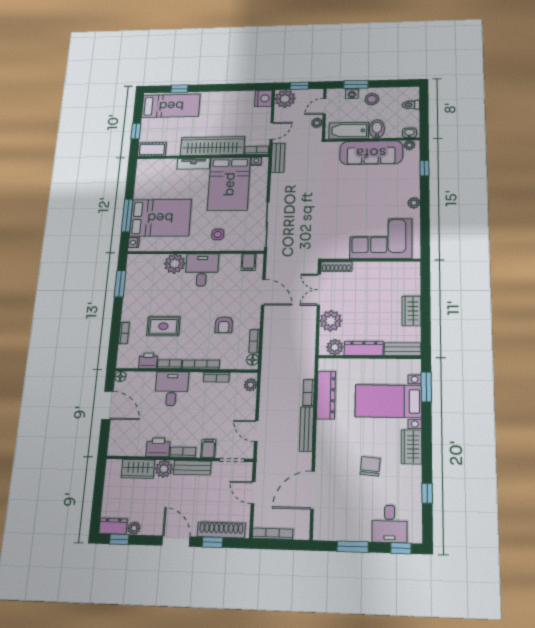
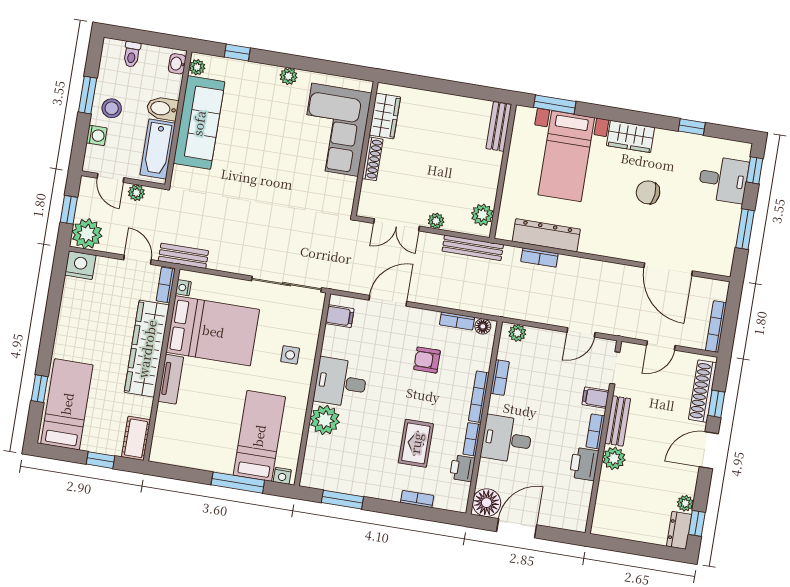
window: (356, 84) -> (88, 95), moved
bed: (160, 218) -> (259, 436), width x0.67
shoe rack: (336, 266) -> (373, 159), moved
wardrobe: (411, 311) -> (385, 116), moved, turned -90
plant: (331, 321) -> (436, 221), width x0.53, depth x0.53
armchair: (224, 325) -> (427, 360), turned 180
dresser: (364, 348) -> (490, 177), removed
floor lamp: (120, 377) -> (487, 503), width x1.89, depth x1.89
bench: (306, 429) -> (473, 248), moved
wardrobe: (138, 469) -> (609, 493), removed

